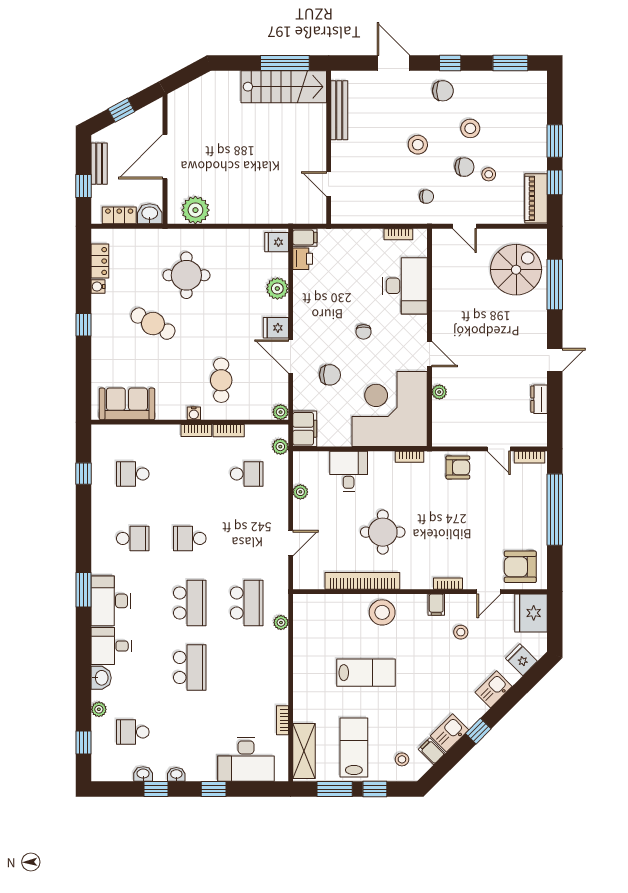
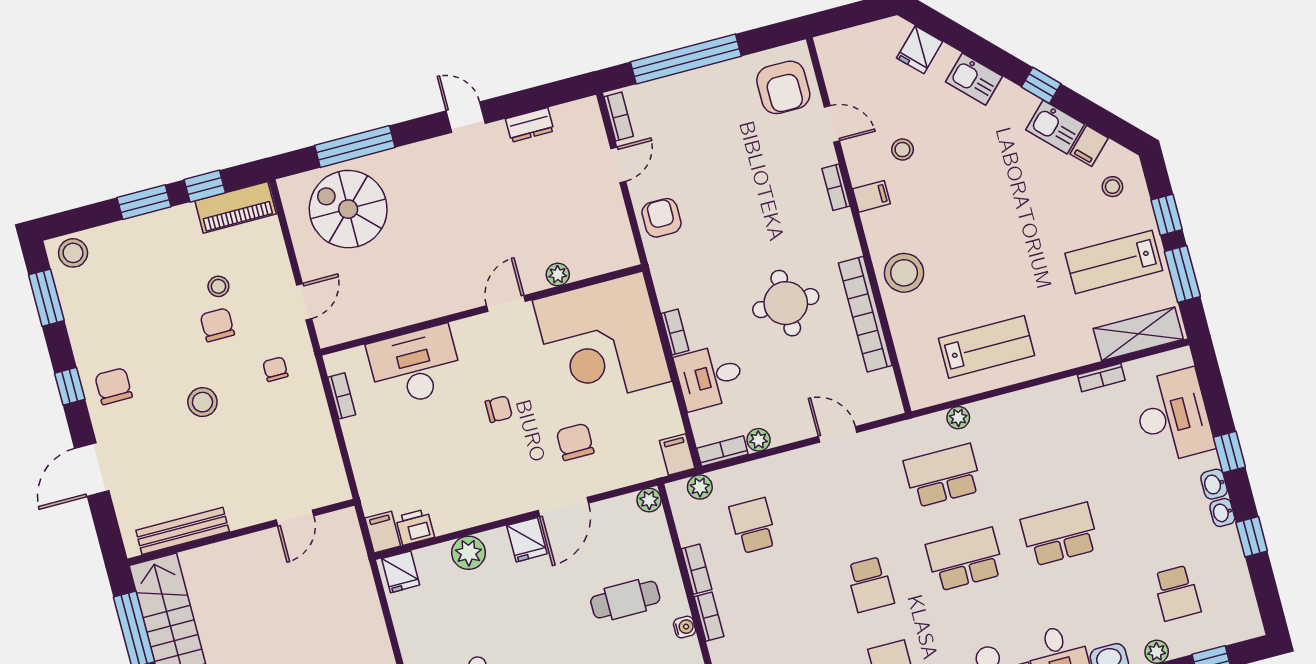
stool: (470, 128) -> (73, 253), moved
filing cabinet: (305, 429) -> (677, 454), width x0.50
bookcase: (410, 457) -> (675, 332), moved
bookcase: (299, 467) -> (722, 451), added
fridge: (531, 613) -> (847, 54), removed
lab bench: (366, 673) -> (987, 347), moved, turned 90
washbasin: (143, 774) -> (1214, 484), moved

